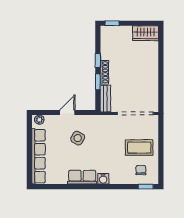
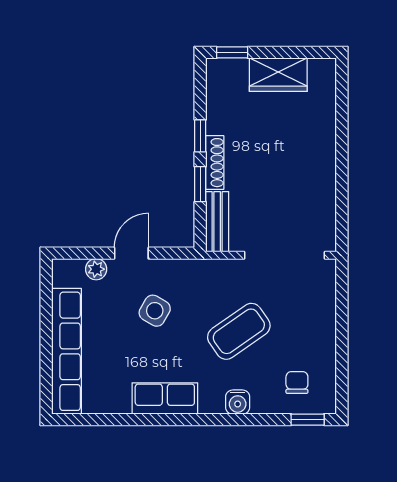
wardrobe: (146, 33) -> (278, 75), moved
plant: (39, 120) -> (96, 269), moved
coffee table: (139, 148) -> (239, 331), moved, turned -35
water cooler: (103, 179) -> (238, 402), moved

